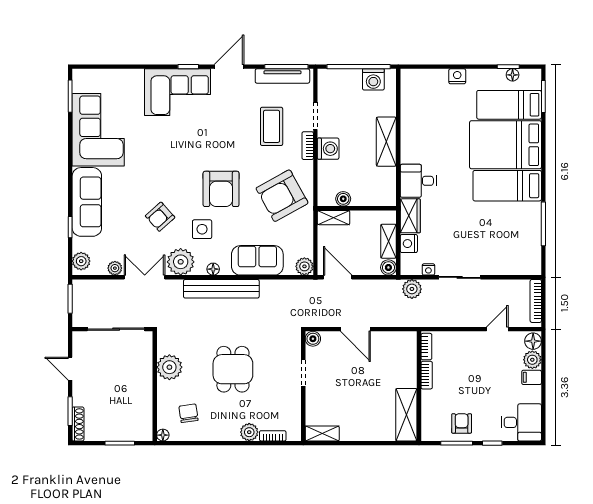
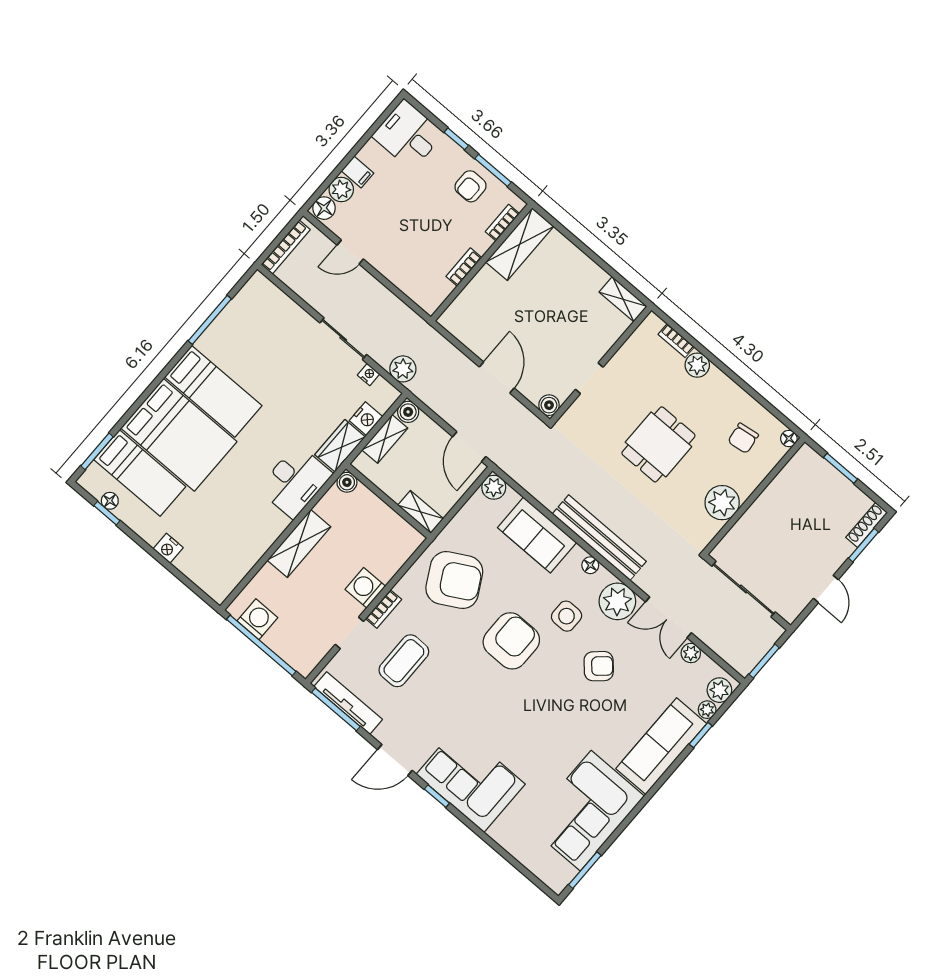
desk: (418, 181) -> (295, 481), width x1.37
boiler: (343, 199) -> (347, 482), moved
plant: (79, 244) -> (707, 710), added
bookcase: (426, 347) -> (502, 223), moved

